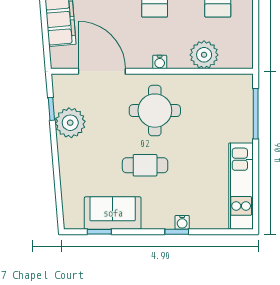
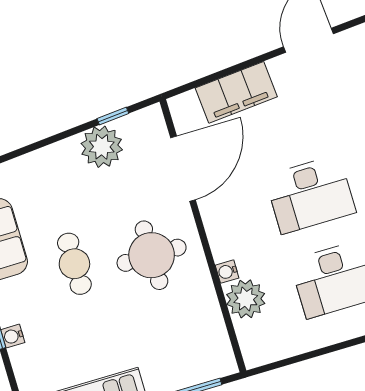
water cooler: (160, 62) -> (227, 272), moved

